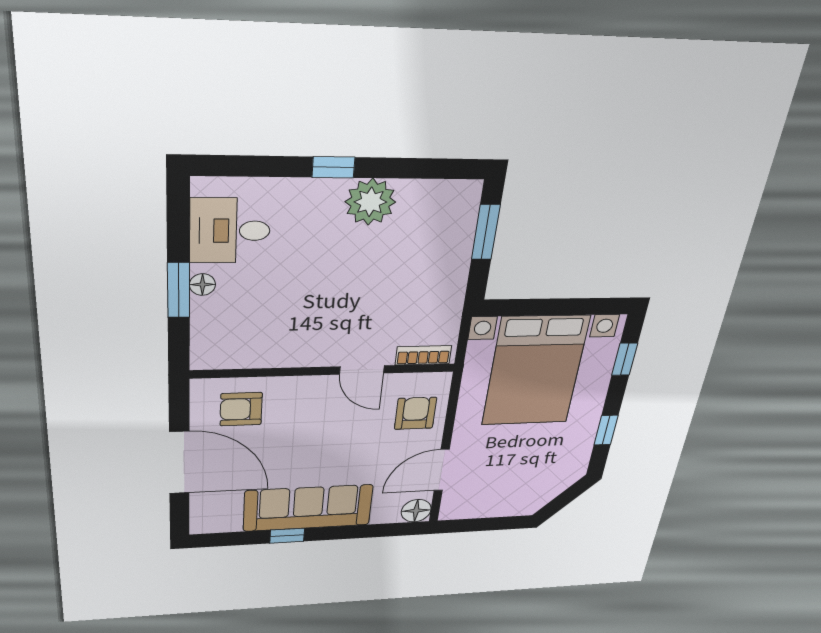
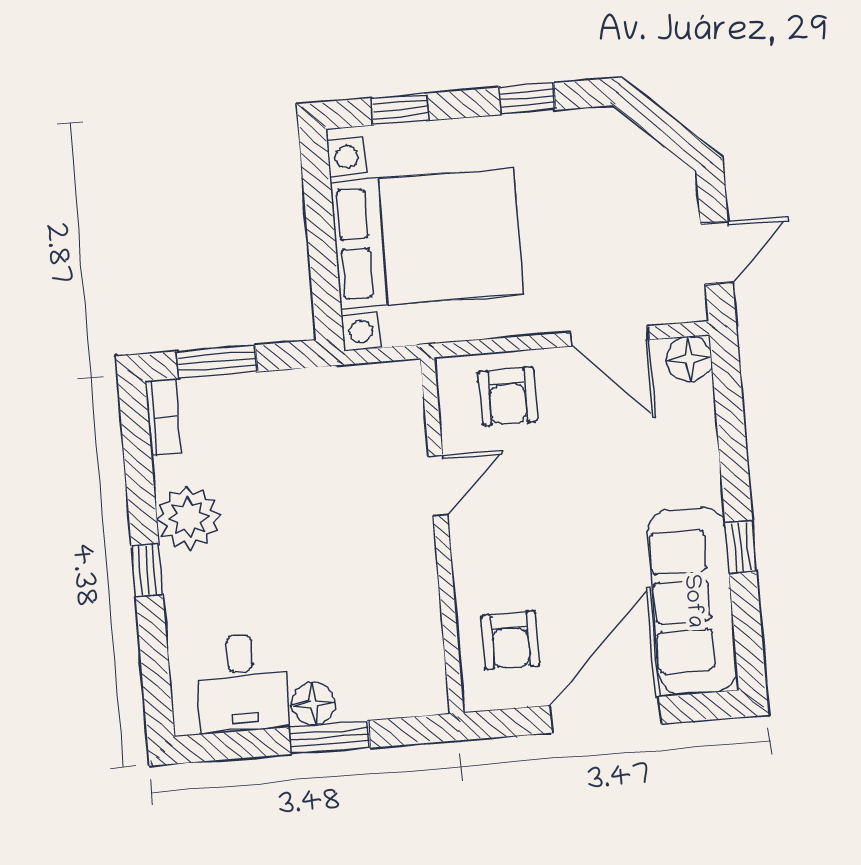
floor lamp: (202, 285) -> (313, 704), width x1.37, depth x1.37
bookcase: (423, 355) -> (163, 417), moved, turned 180
armchair: (415, 413) -> (508, 396), turned -90
sofa: (308, 508) -> (692, 601), moved
door: (479, 525) -> (717, 253), added

